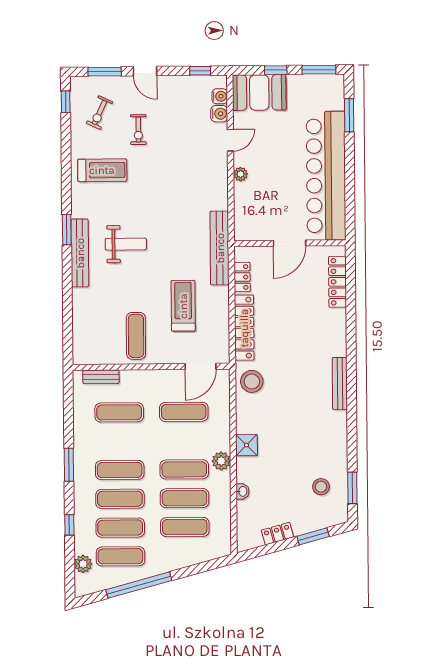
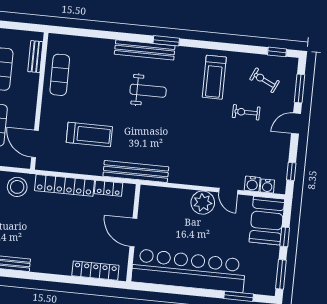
plant: (241, 174) -> (203, 203), width x1.87, depth x1.87
weight bench: (126, 244) -> (148, 91), turned -90
exercise mat: (136, 336) -> (60, 75), moved, turned 90

